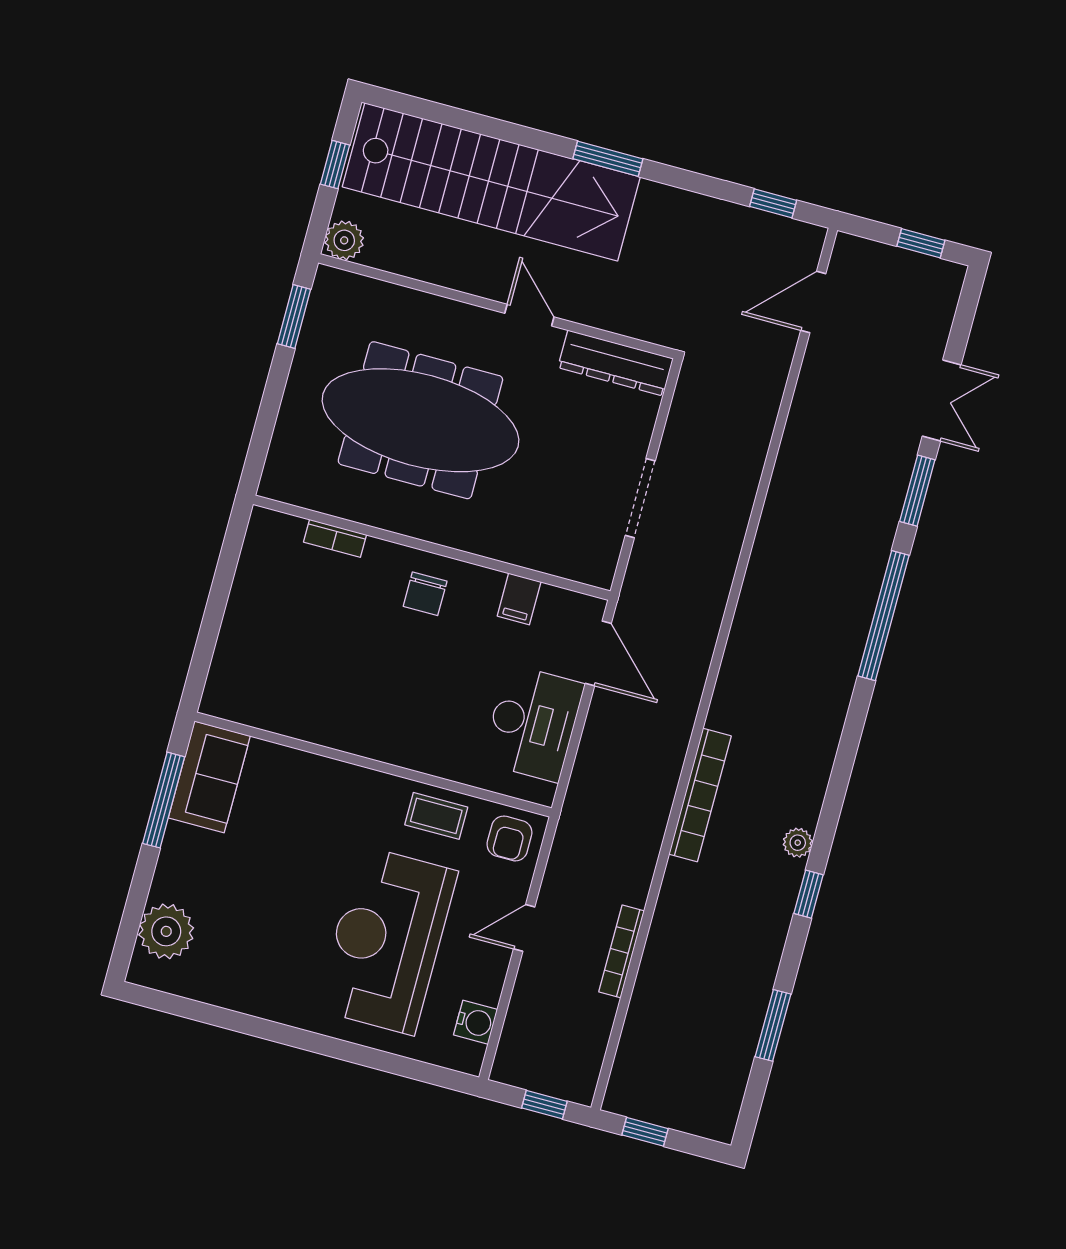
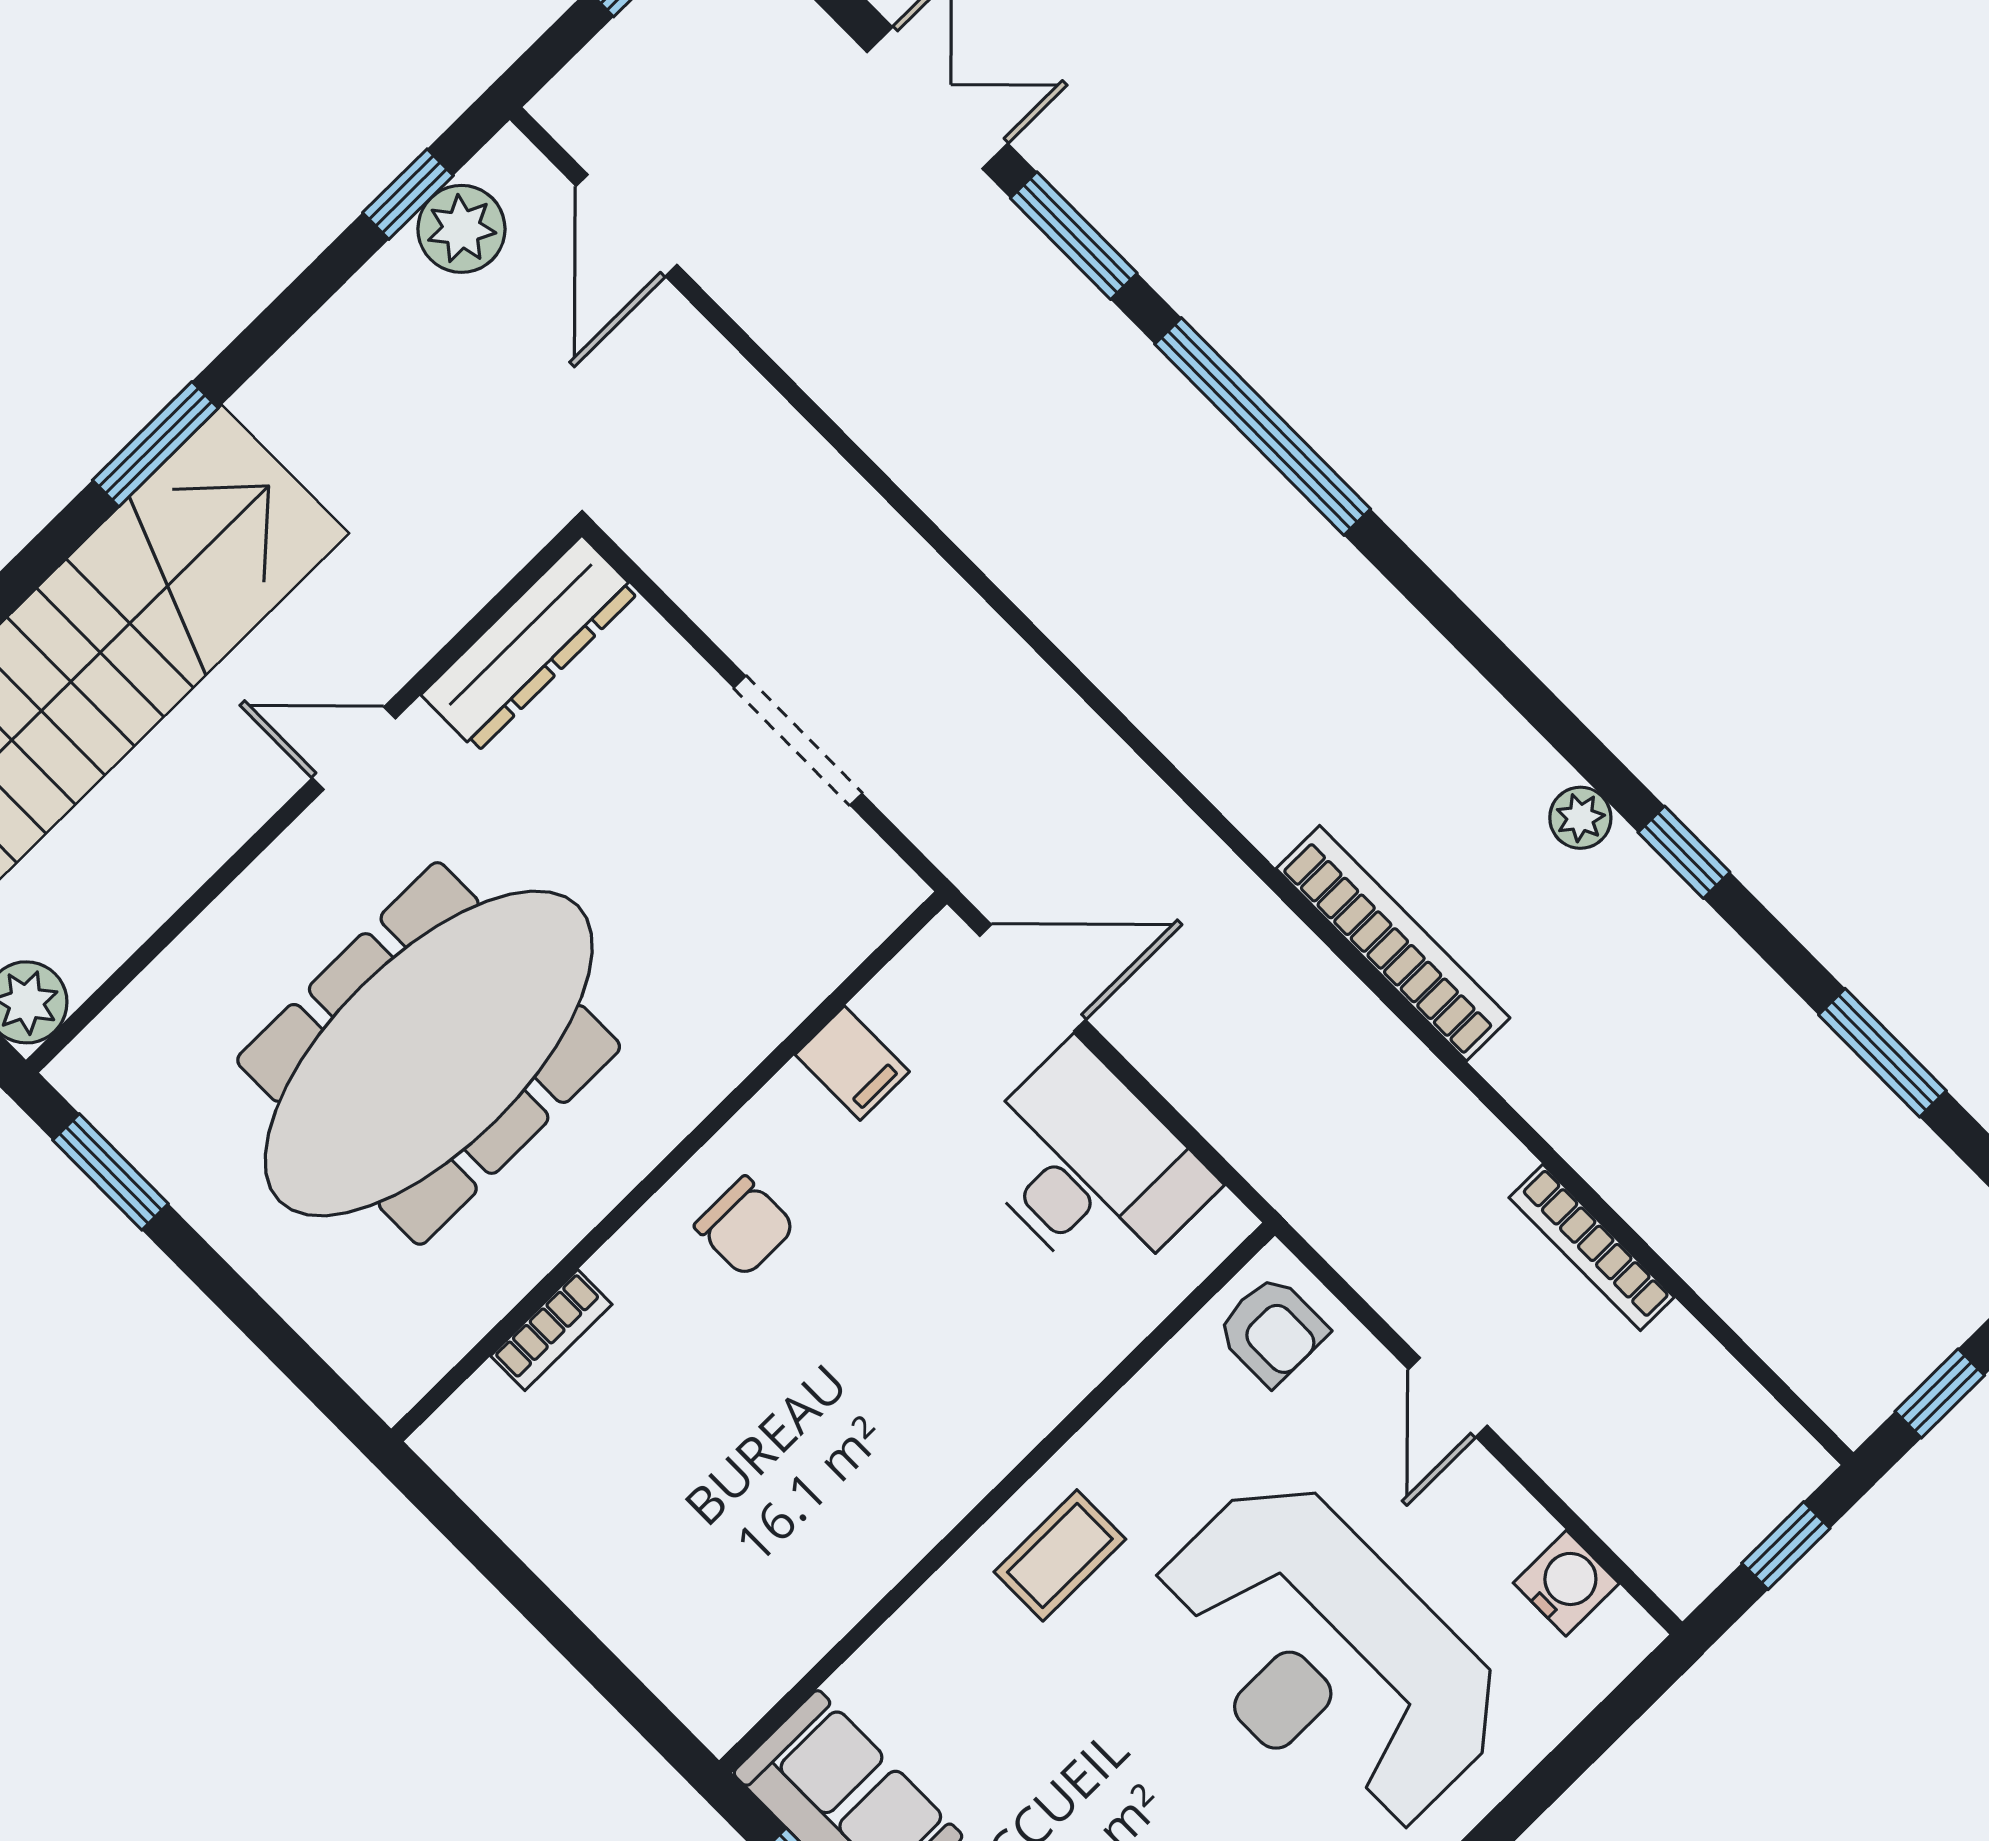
plant: (772, 234) -> (461, 229), added
coffee table: (436, 816) -> (1060, 1555), moved

